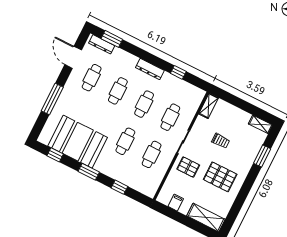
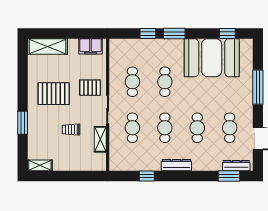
shelving: (209, 106) -> (100, 139), moved
window: (262, 156) -> (23, 123), moved
window: (89, 172) -> (174, 33), moved
filing cabinet: (176, 203) -> (91, 46), width x2.00

